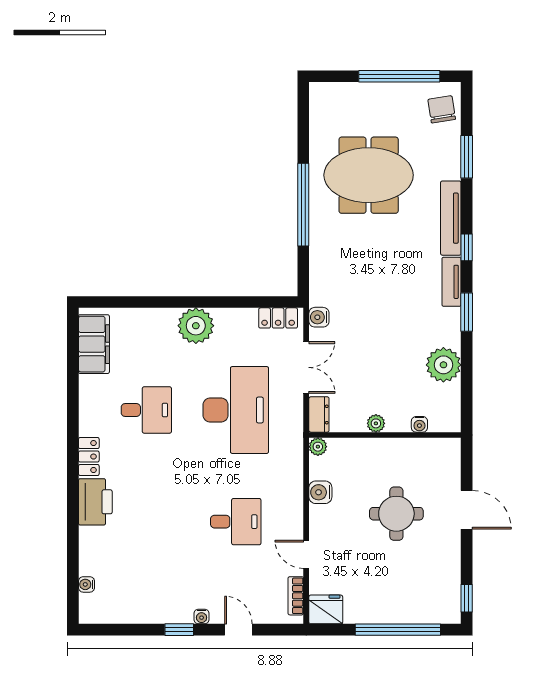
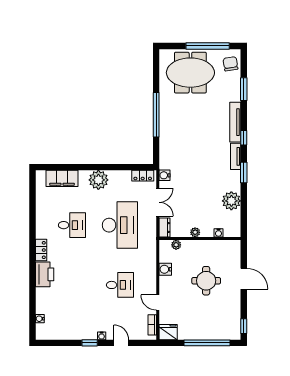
meeting table: (369, 175) -> (190, 73), moved
filing cabinet: (94, 344) -> (62, 178), moved, turned 90
plant: (318, 447) -> (176, 245), moved

